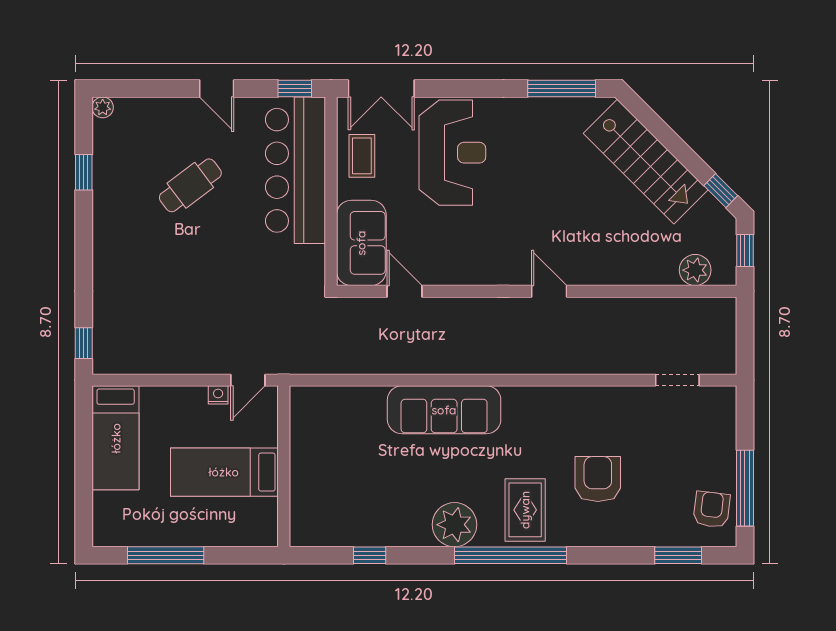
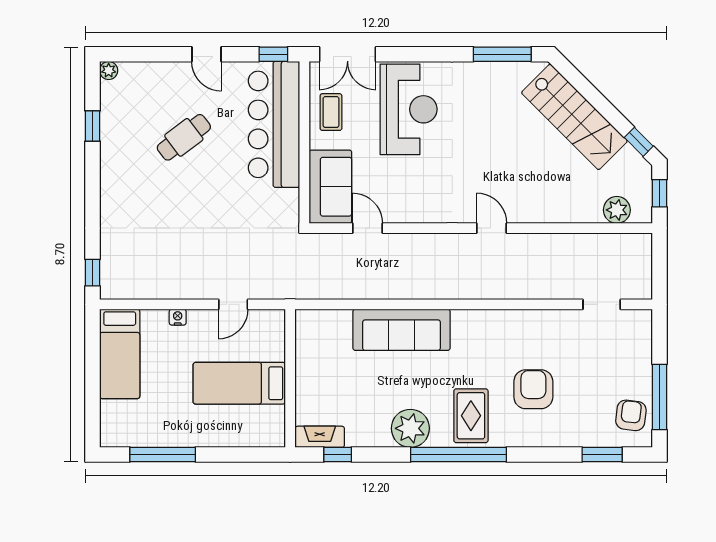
nightstand: (218, 395) -> (178, 317), moved
wall: (284, 466) -> (290, 378), moved
bed: (224, 472) -> (239, 383), moved
fireplace: (349, 535) -> (320, 437), added

